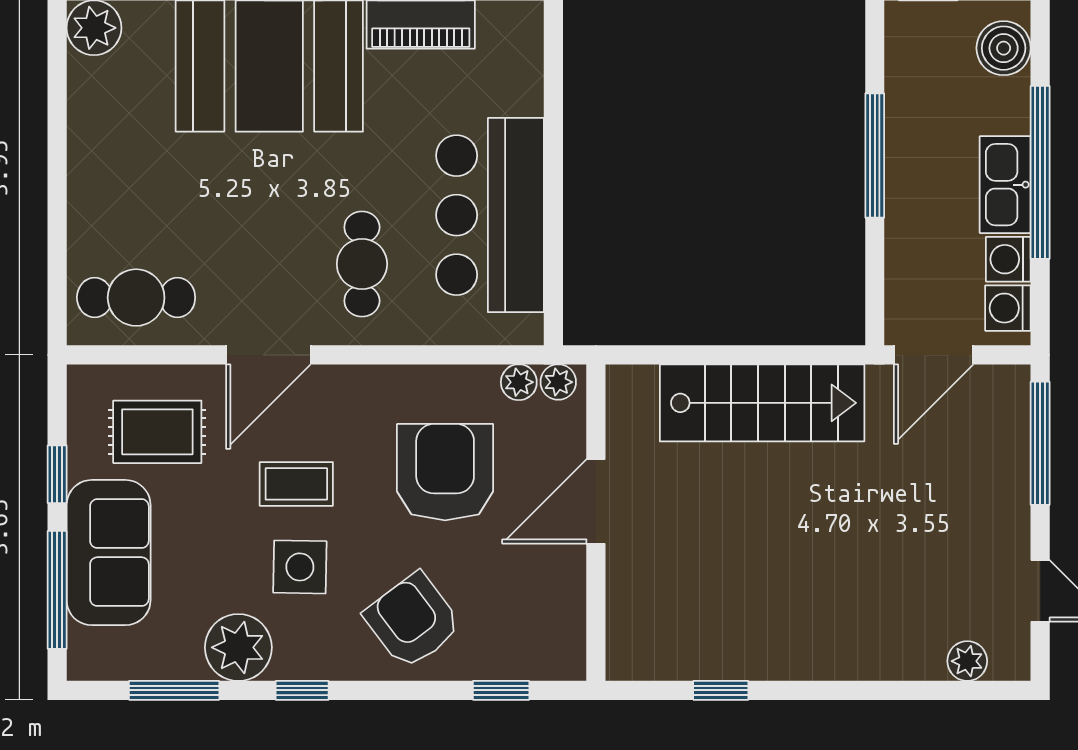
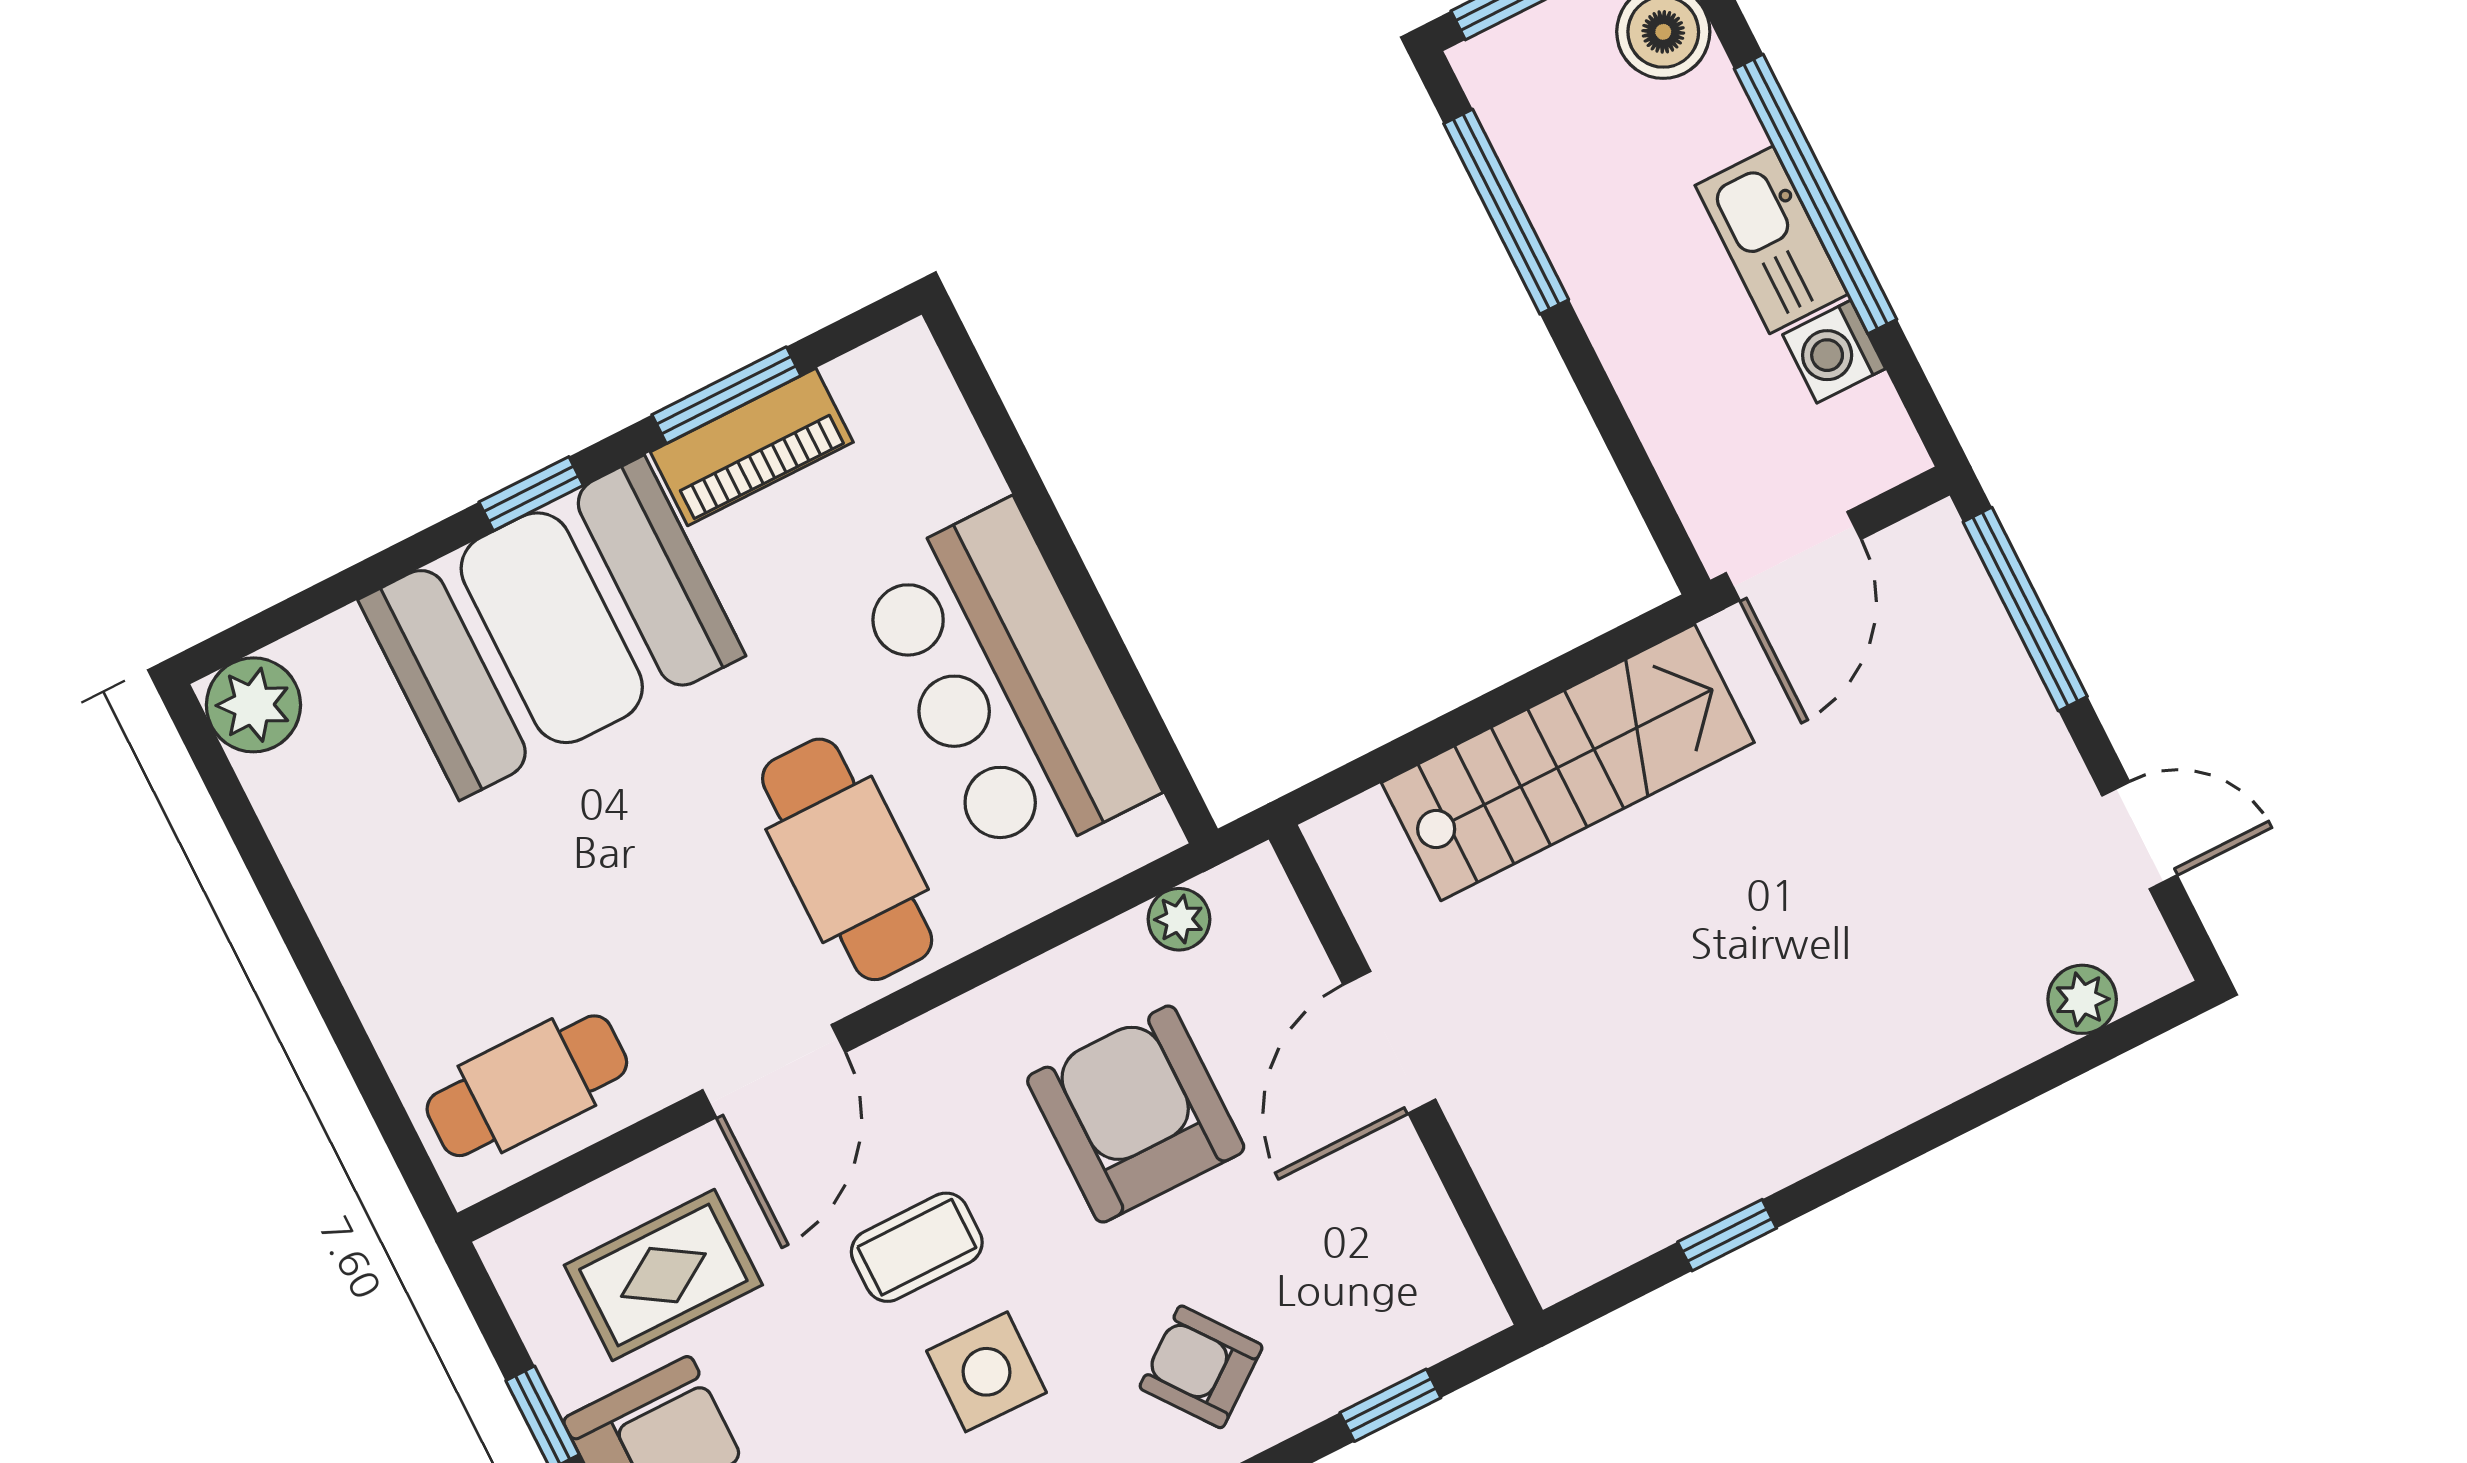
window: (875, 156) -> (1506, 212), moved
cafe table: (362, 264) -> (847, 859), width x1.37, depth x1.35
washing machine: (1008, 308) -> (1871, 427), removed
plant: (558, 382) -> (1239, 888), removed
armchair: (413, 621) -> (1201, 1367), width x0.72, depth x0.72

